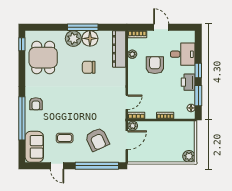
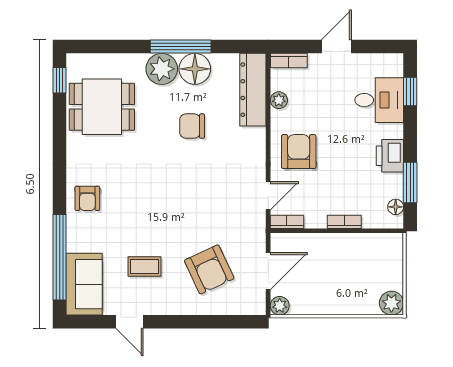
door: (161, 27) -> (336, 47), hinge flipped
dining table: (43, 58) -> (102, 107), turned 90
armchair: (155, 65) -> (299, 152), moved
window: (198, 70) -> (410, 91), moved
window: (22, 118) -> (60, 257), moved
plant: (133, 126) -> (280, 306), moved
window: (97, 166) -> (209, 322), removed

